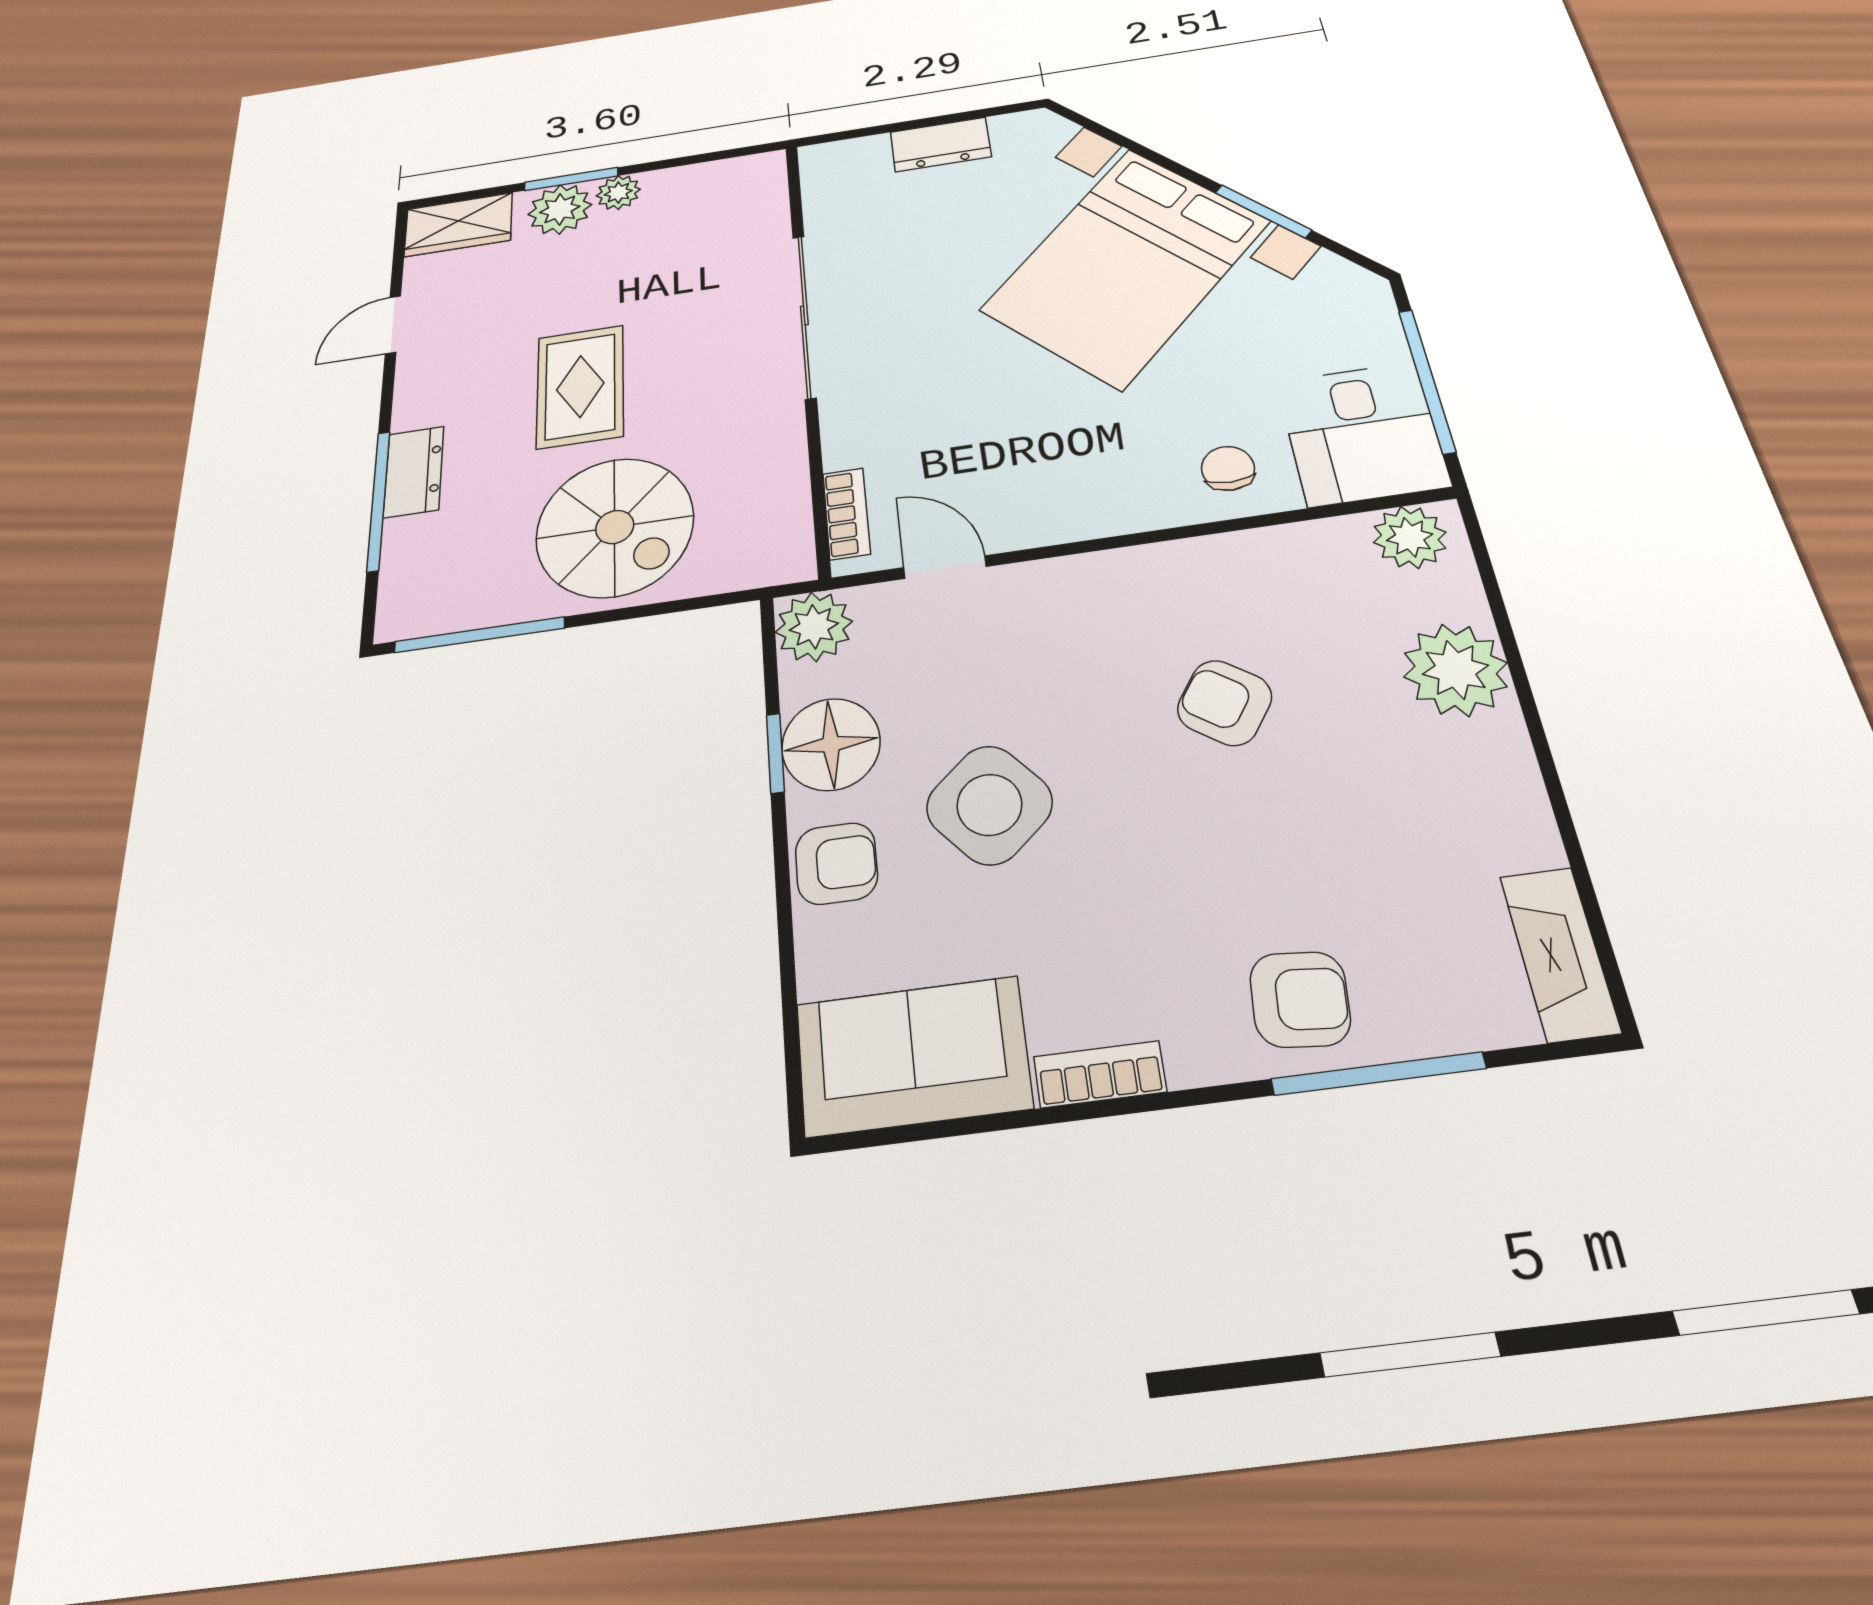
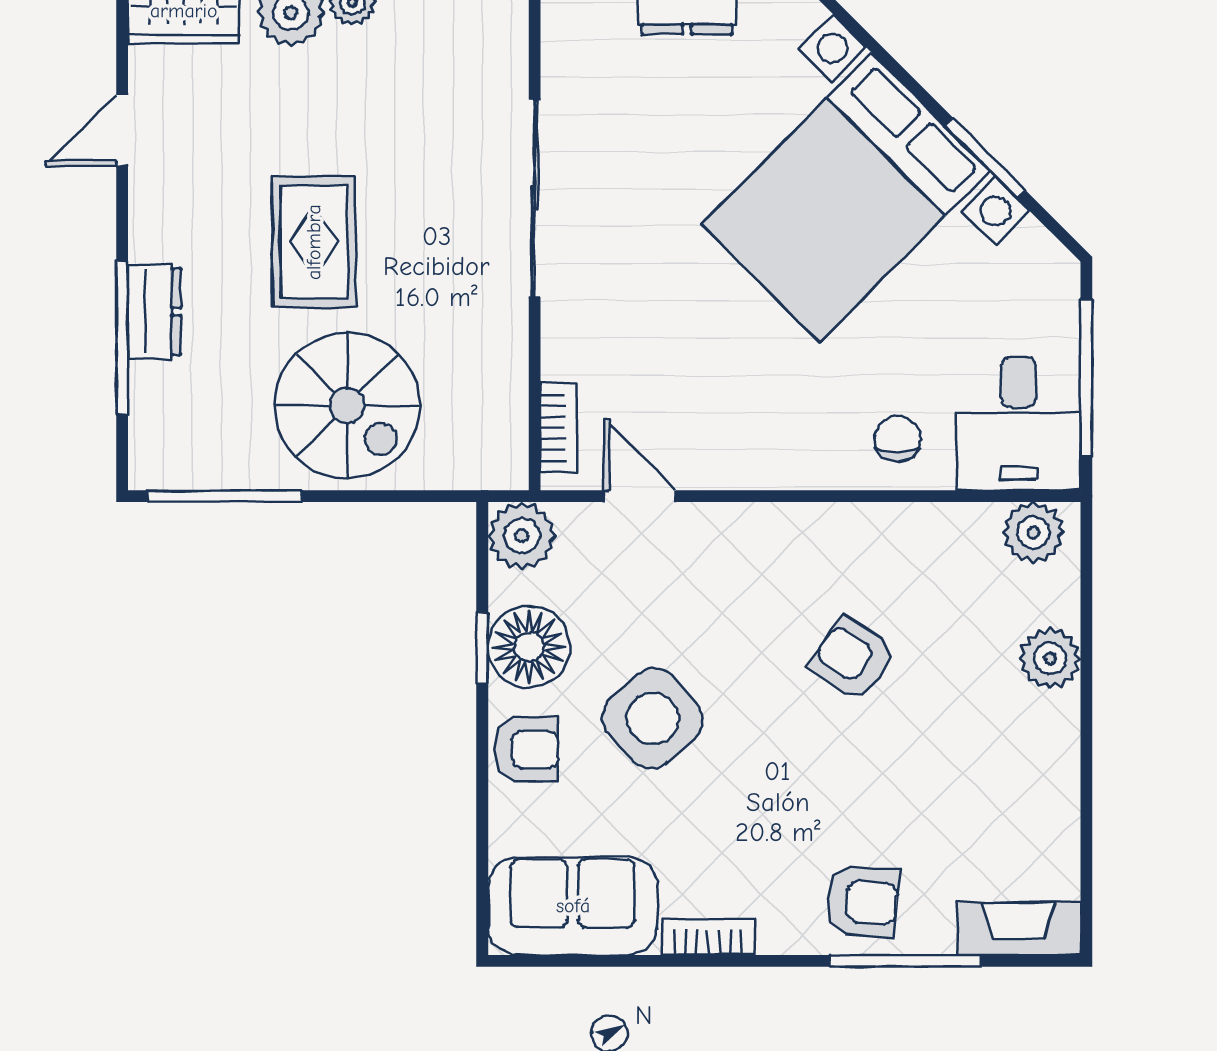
plant: (1455, 670) -> (1050, 658), width x0.73, depth x0.73
fireplace: (1559, 954) -> (1019, 929), moved, turned 90

